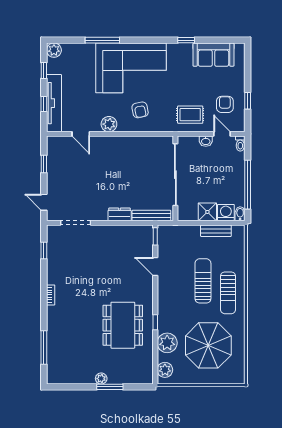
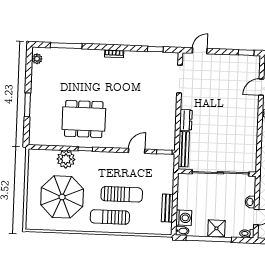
window: (44, 164) -> (246, 53), moved
shower: (207, 212) -> (216, 228), moved
plant: (165, 370) -> (41, 156), removed
plant: (101, 379) -> (37, 59), moved

